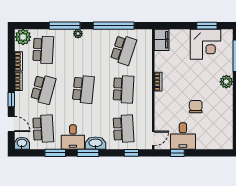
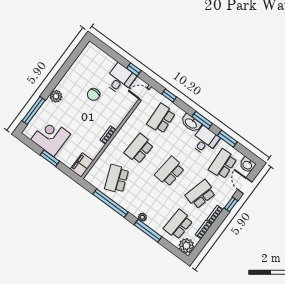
window: (207, 26) -> (50, 158), moved
school desk: (124, 50) -> (117, 179), turned -39

